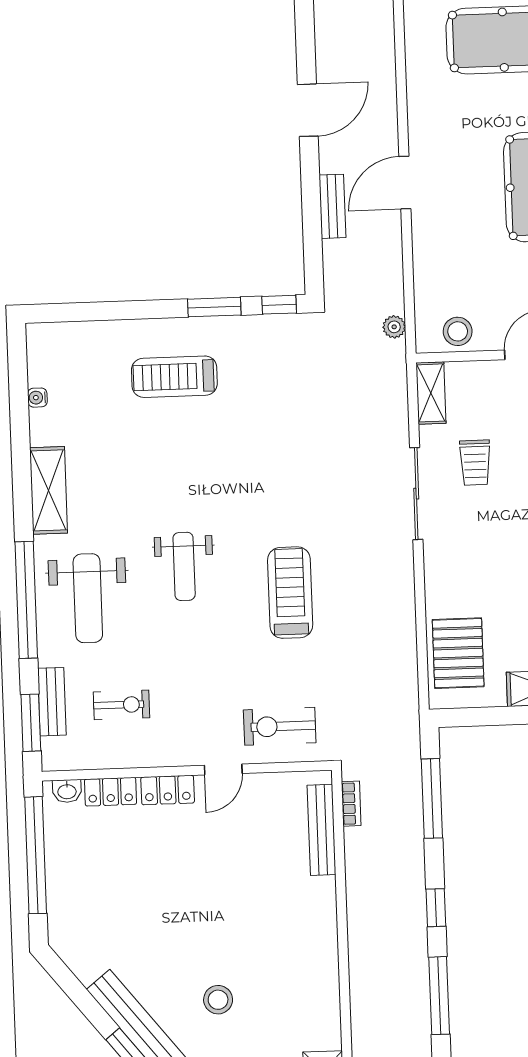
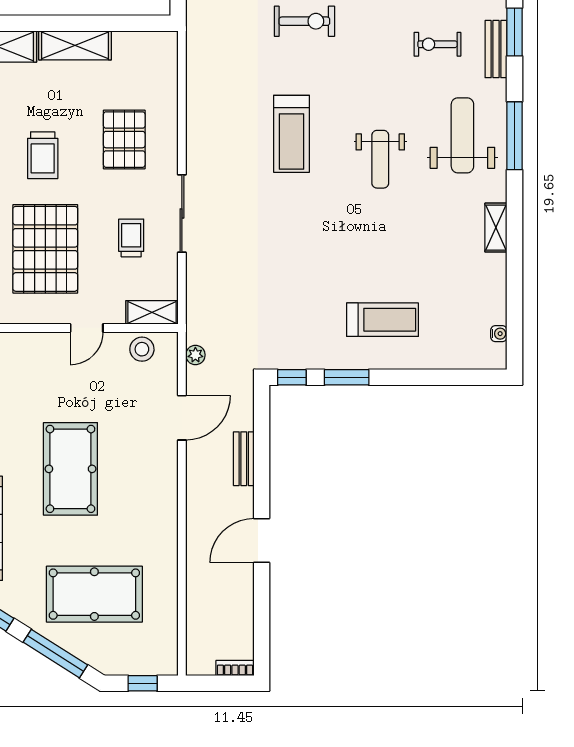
door: (405, 183) -> (182, 418), moved
shelving: (431, 393) -> (152, 312), moved, turned 90
water cooler: (37, 398) -> (499, 334), moved
shelving: (49, 490) -> (496, 228), width x0.67, depth x0.75
weight bench: (184, 566) -> (380, 159), turned 180
window: (26, 600) -> (515, 136), width x0.68
pallet: (458, 653) -> (124, 140), moved

